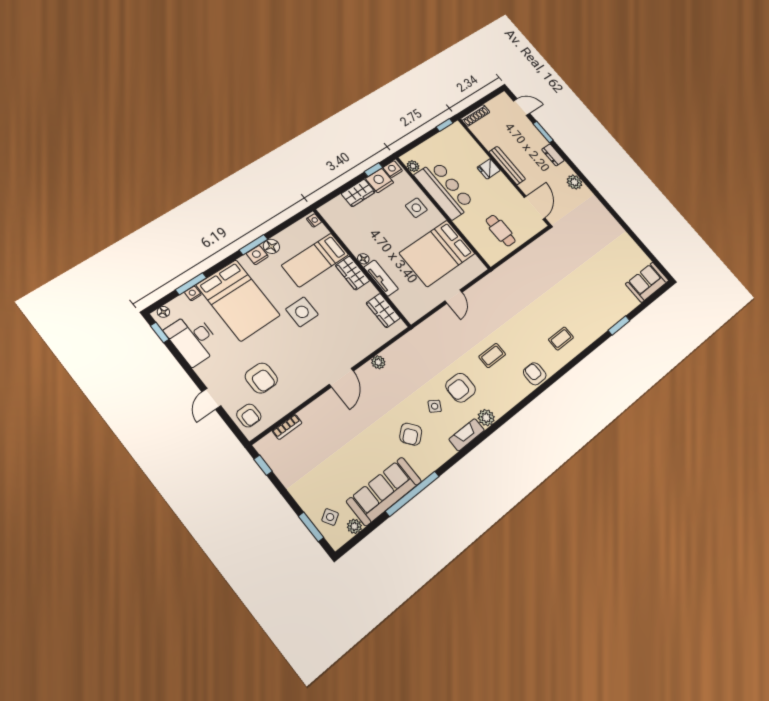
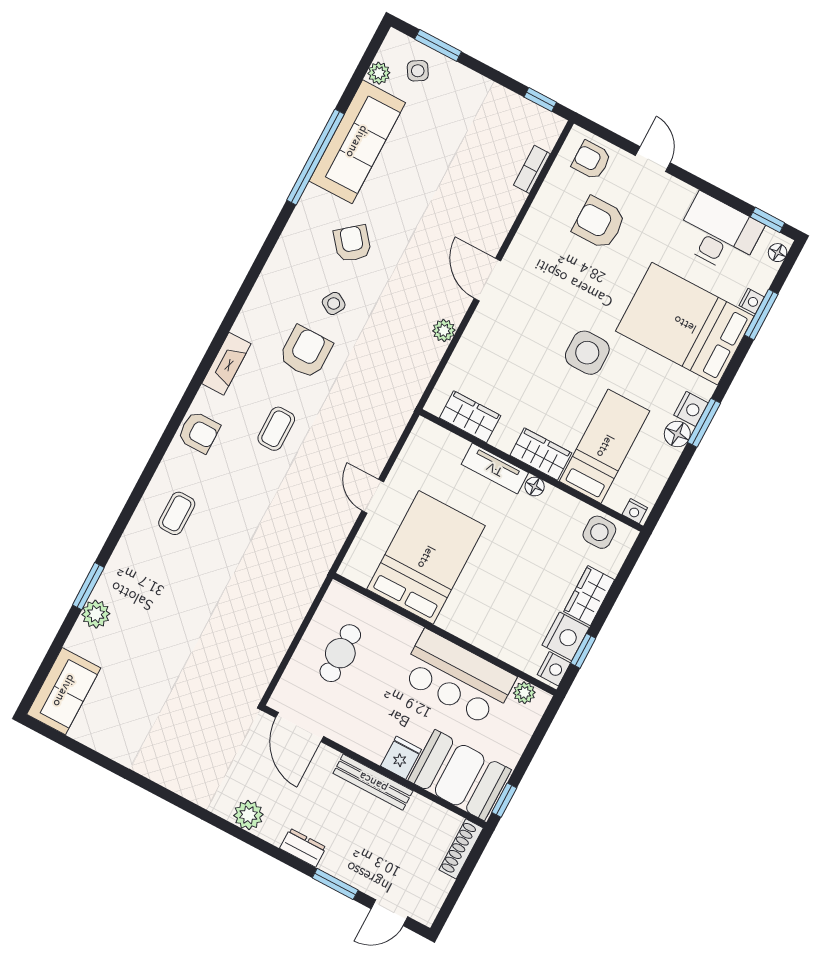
booth: (462, 147) -> (460, 775), added
side table: (416, 208) -> (599, 532), moved
cafe table: (501, 231) -> (340, 653), turned 90
plant: (486, 418) -> (96, 614), moved
fireplace: (467, 435) -> (226, 364), moved

